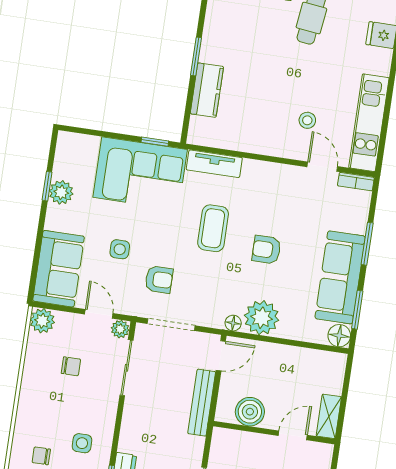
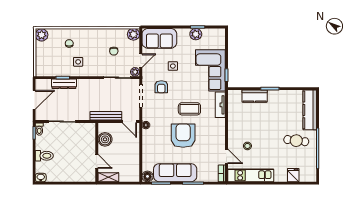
door: (322, 167) -> (226, 156), hinge flipped
armchair: (266, 250) -> (183, 136), width x1.88, depth x1.88
plant: (262, 318) -> (150, 138), removed

